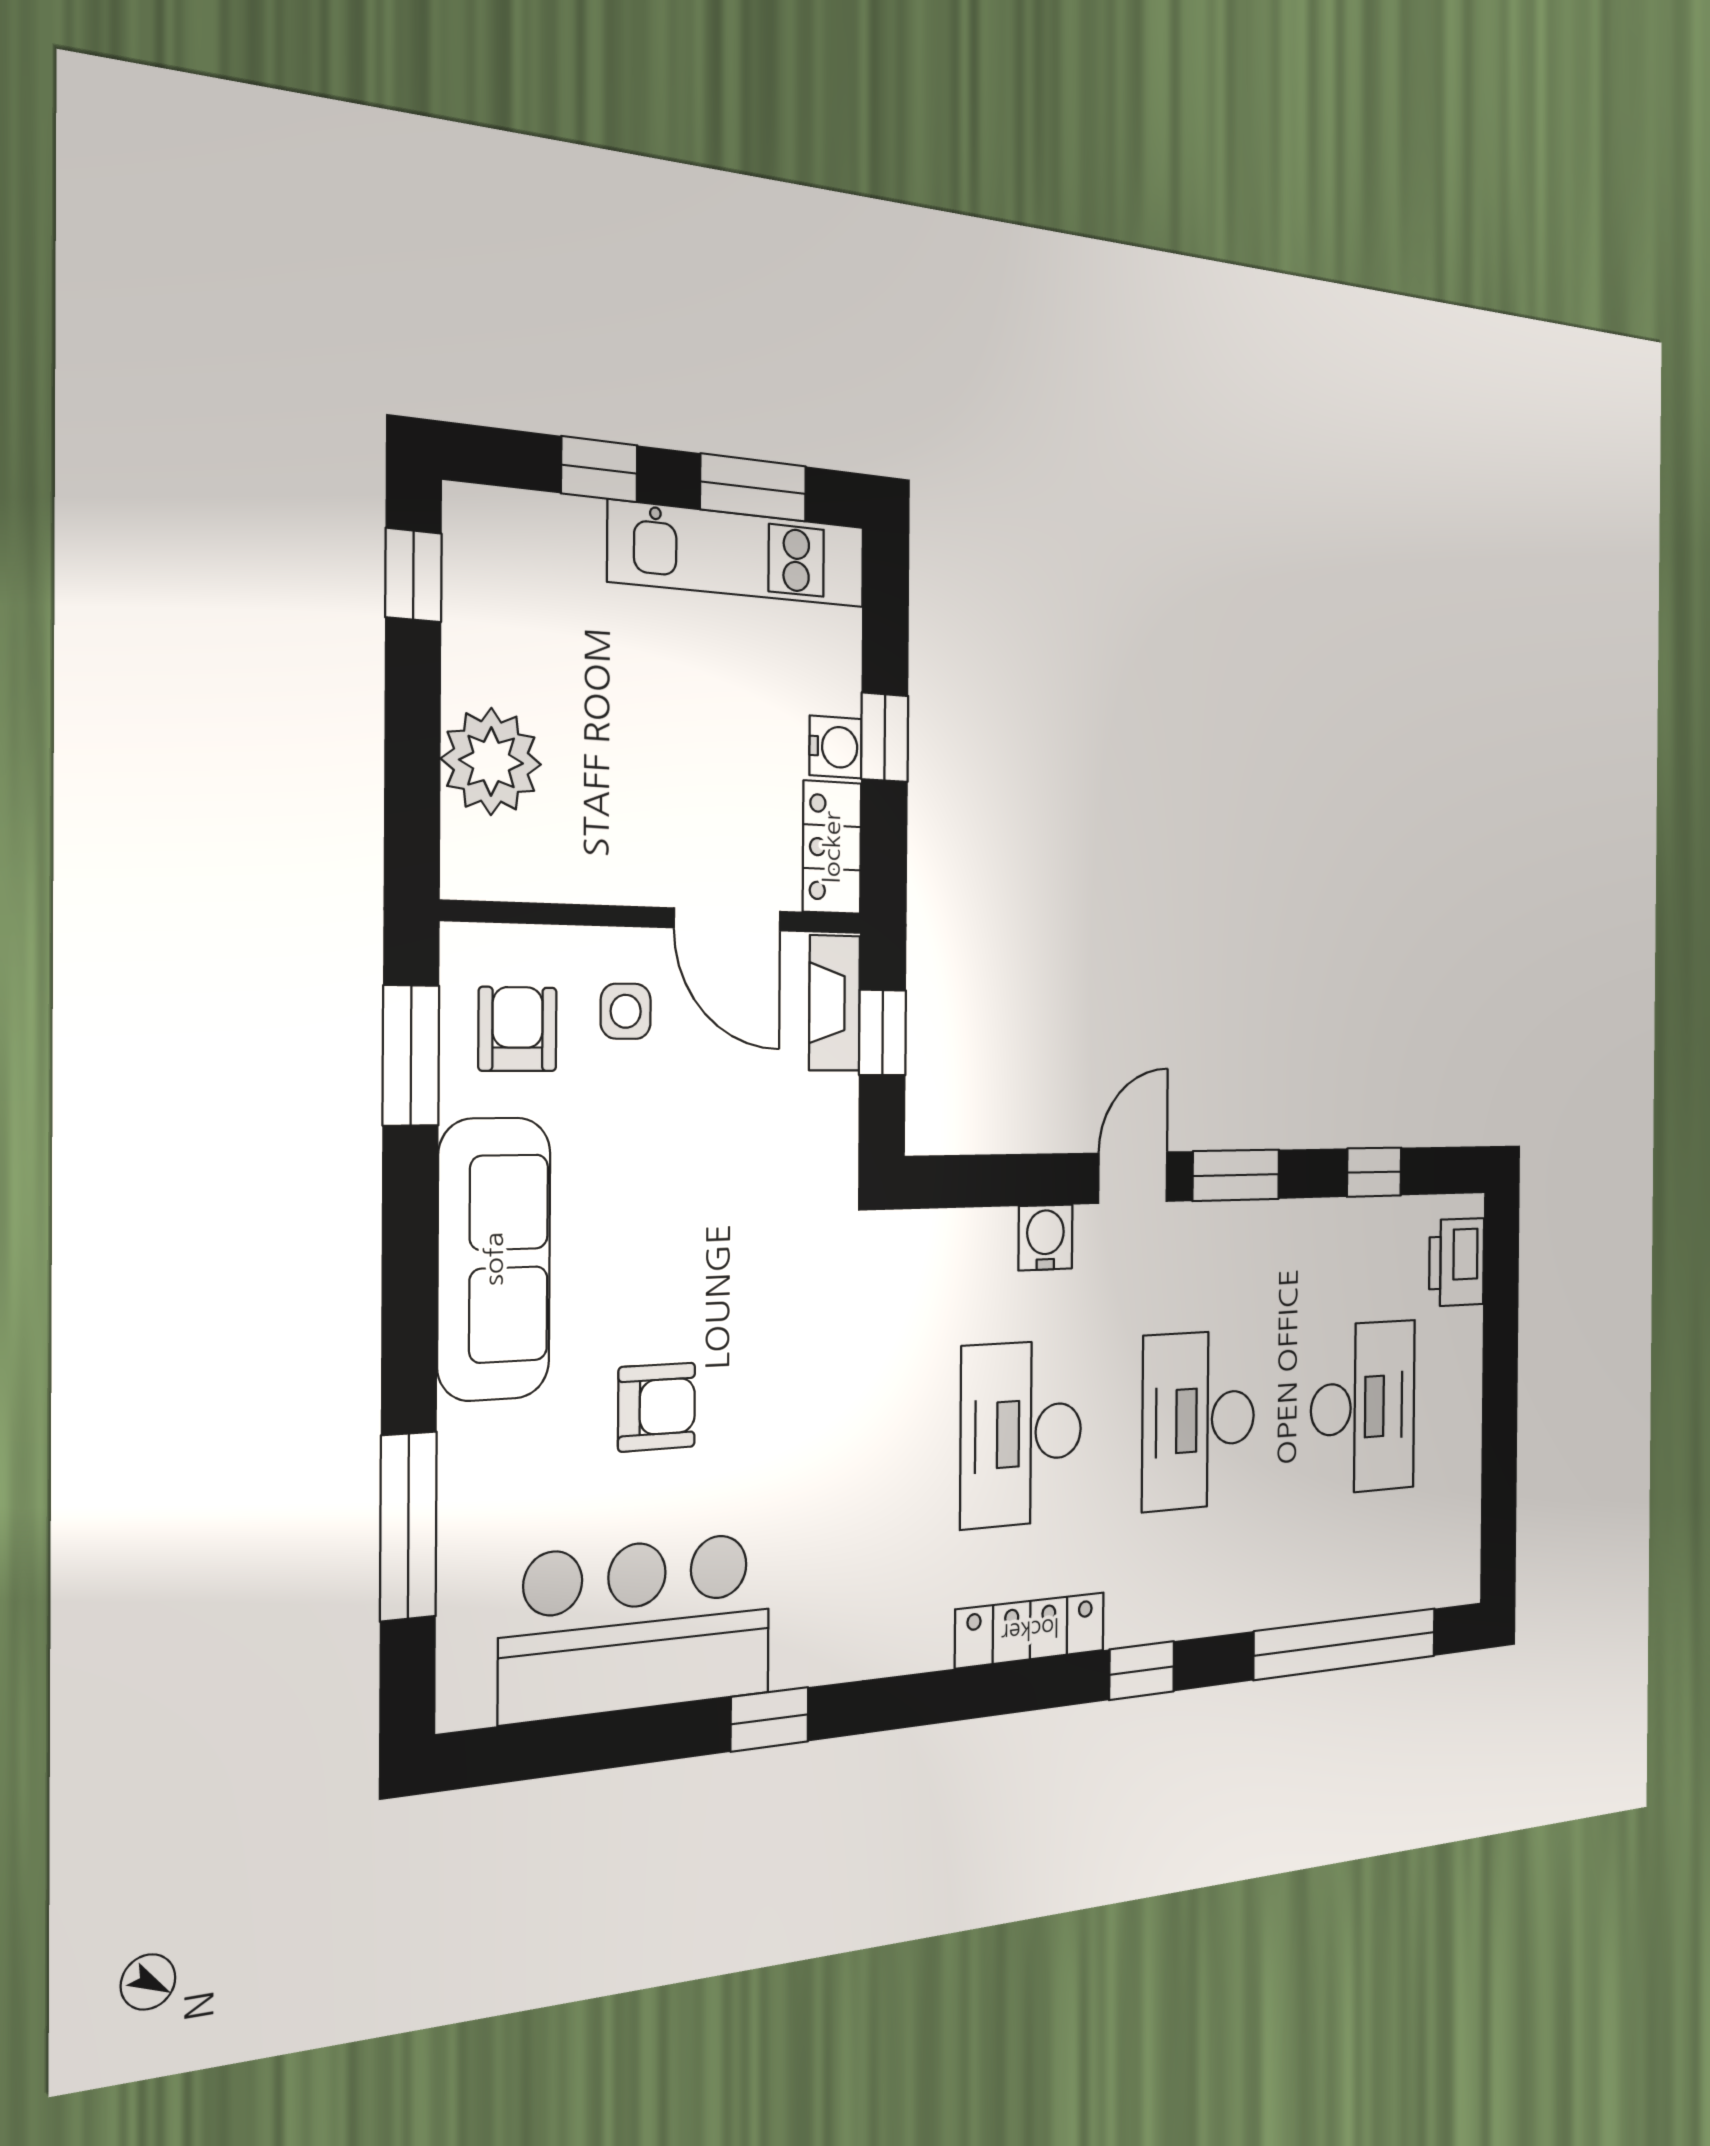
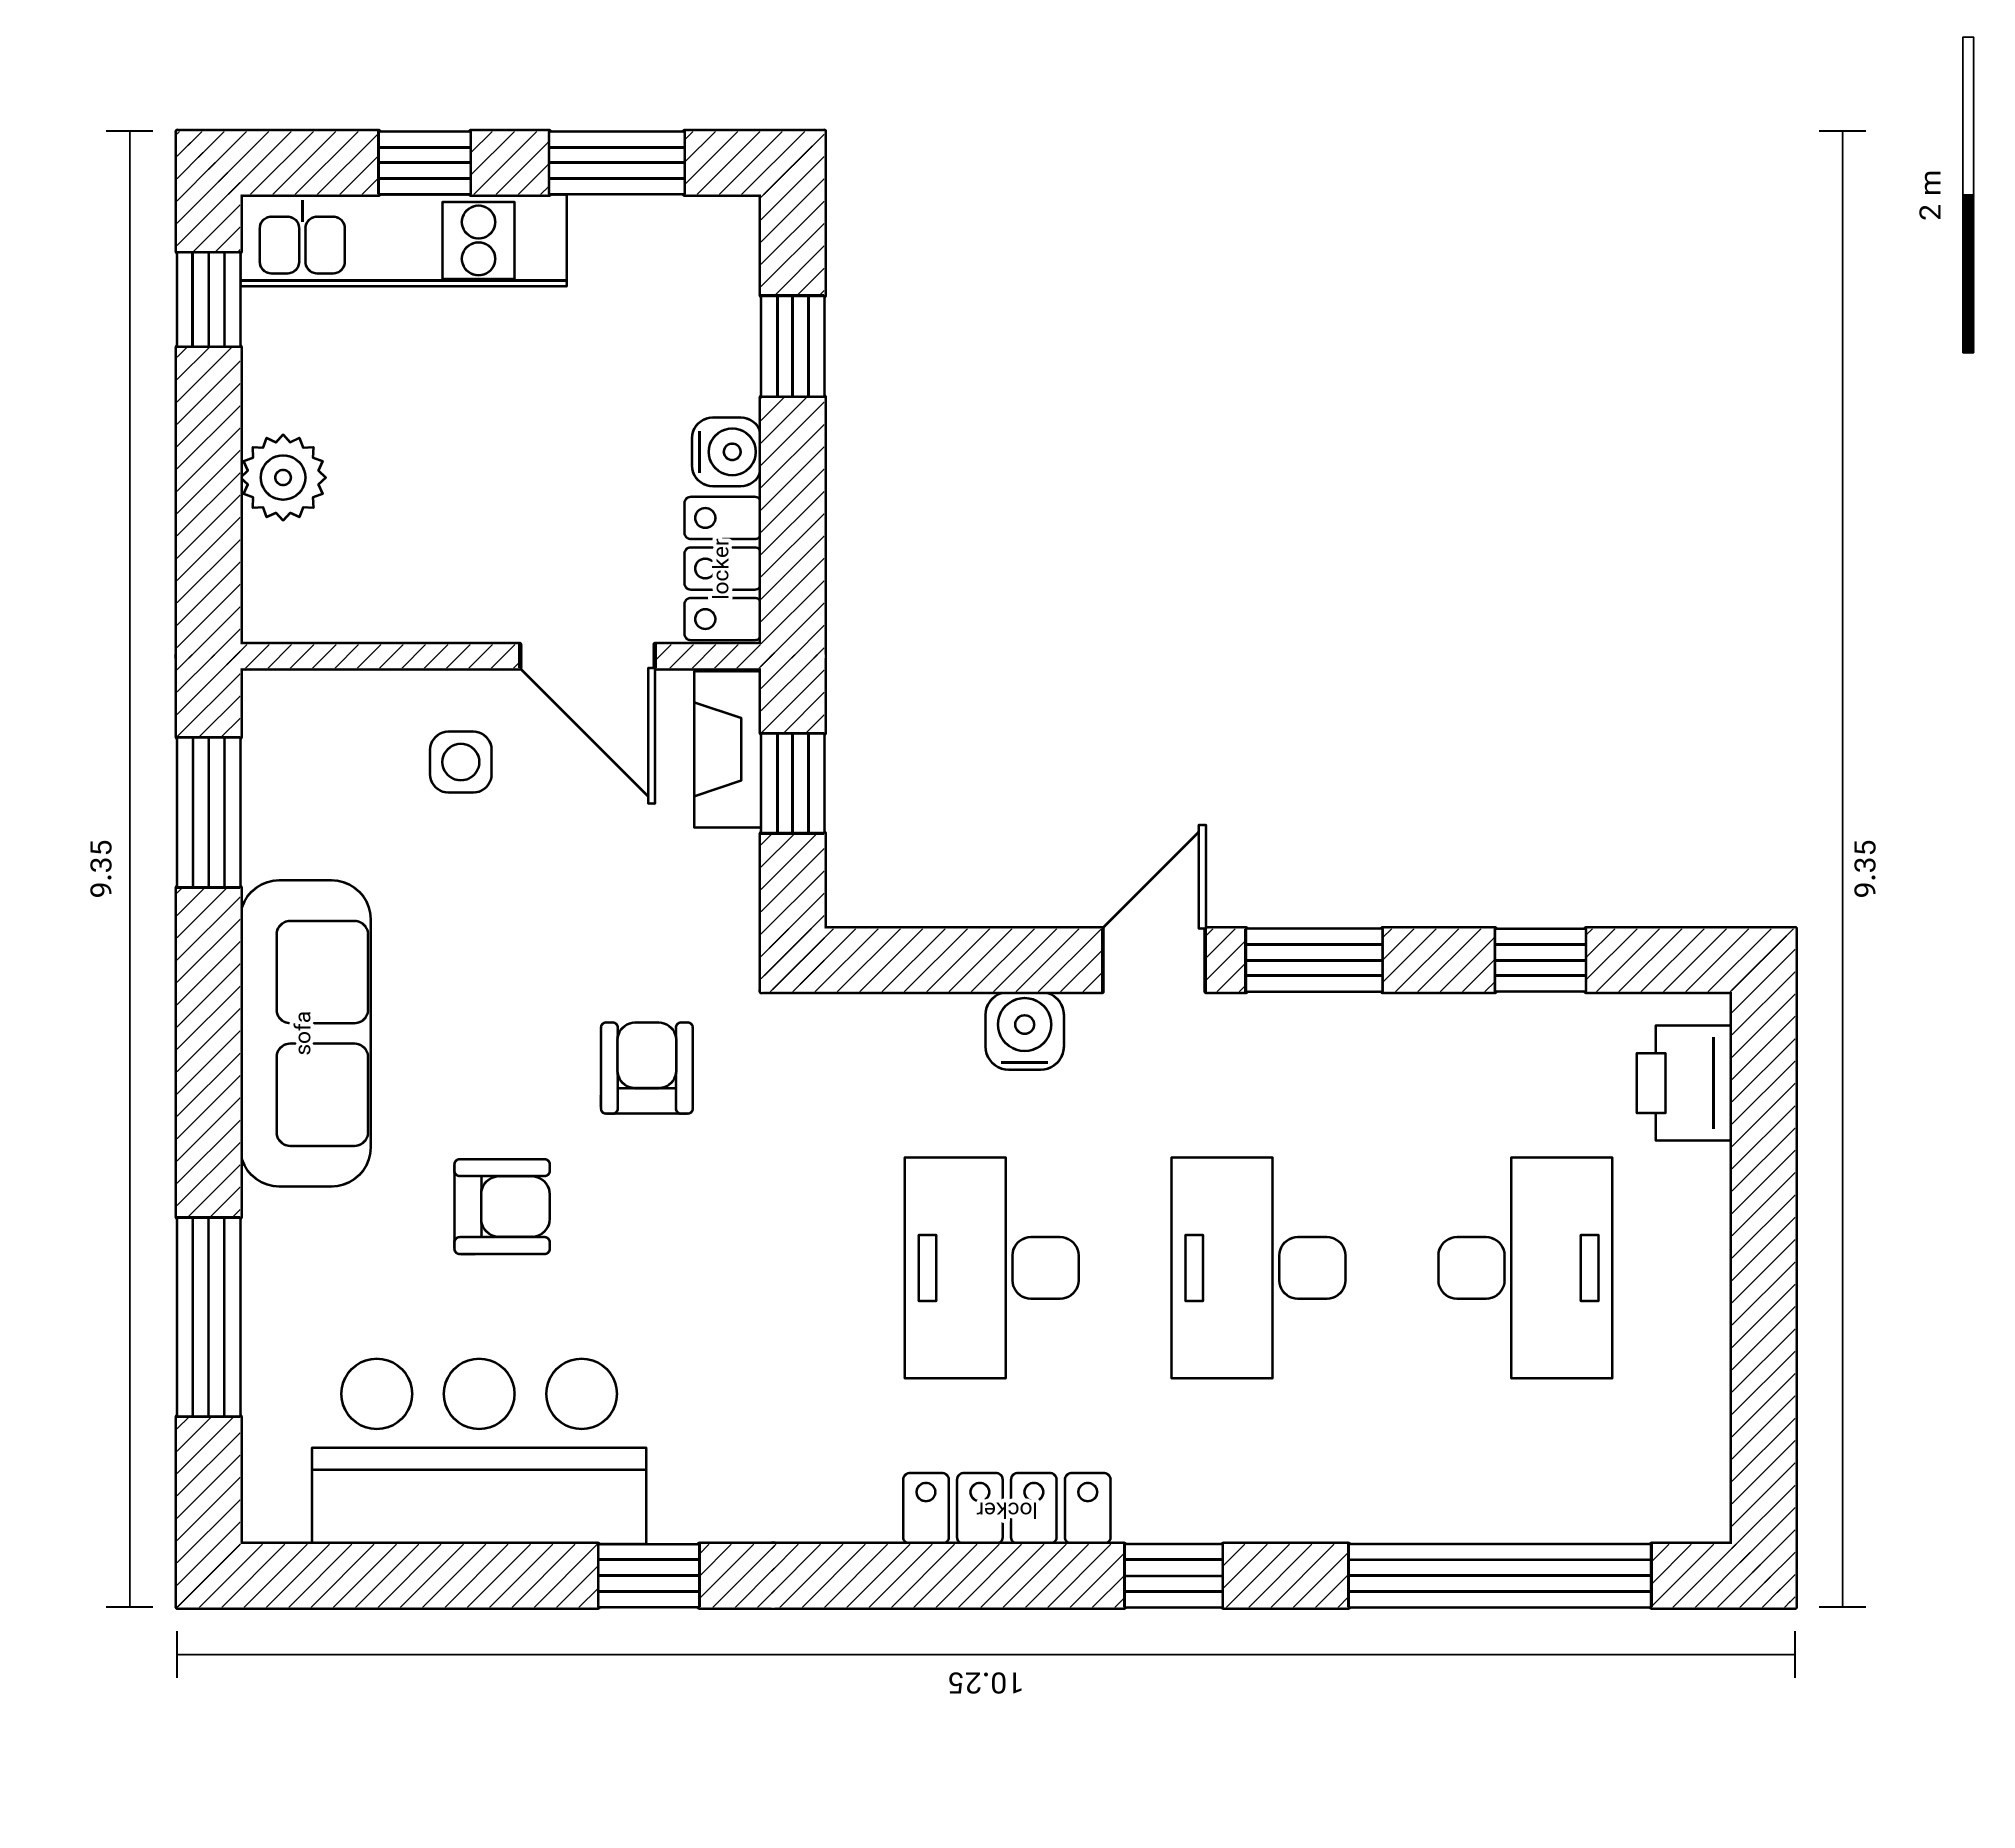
kitchen unit: (738, 554) -> (403, 240), moved
window: (885, 737) -> (793, 346), moved
plant: (491, 762) -> (283, 478), width x0.73, depth x0.73
armchair: (518, 1029) -> (647, 1068), moved

